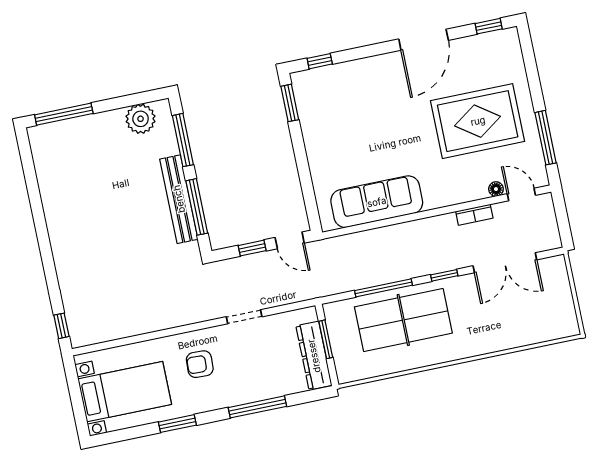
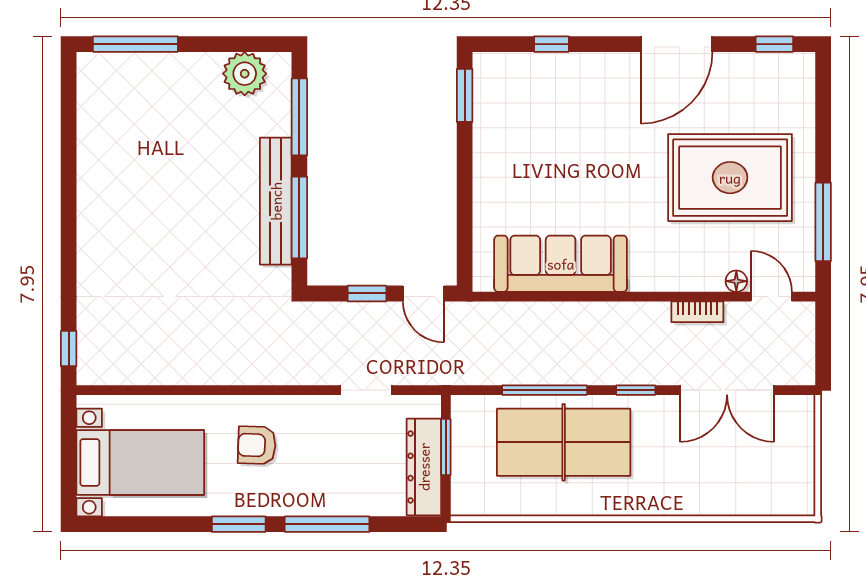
window: (320, 61) -> (551, 44), moved
doorway: (244, 317) -> (366, 390), moved
window: (177, 424) -> (239, 524), moved

